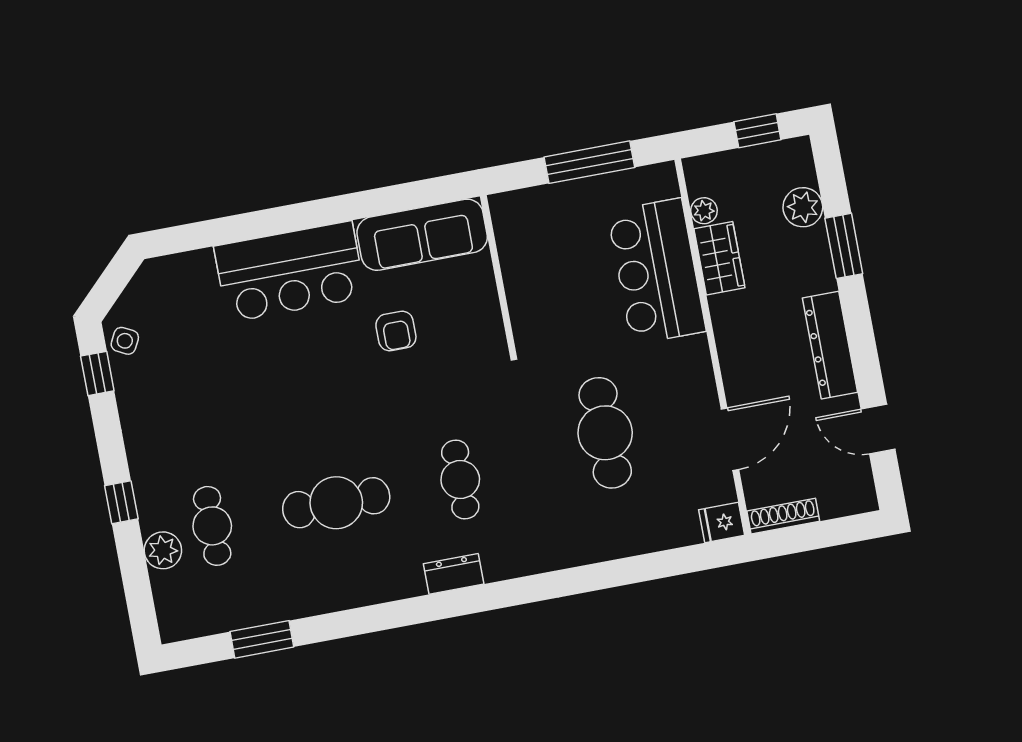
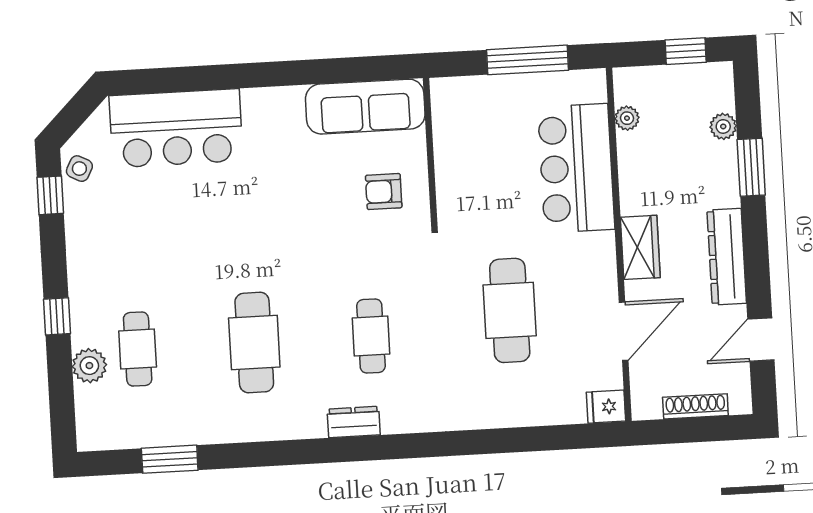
plant: (803, 207) -> (723, 126), width x0.73, depth x0.73
wardrobe: (719, 258) -> (640, 247), moved
bar counter: (290, 272) -> (176, 128), moved
armchair: (396, 331) -> (384, 191), moved, turned 90
door: (878, 429) -> (761, 340), hinge flipped
cafe table: (336, 503) -> (254, 343), turned 90
shoe rack: (783, 516) -> (695, 406), moved

